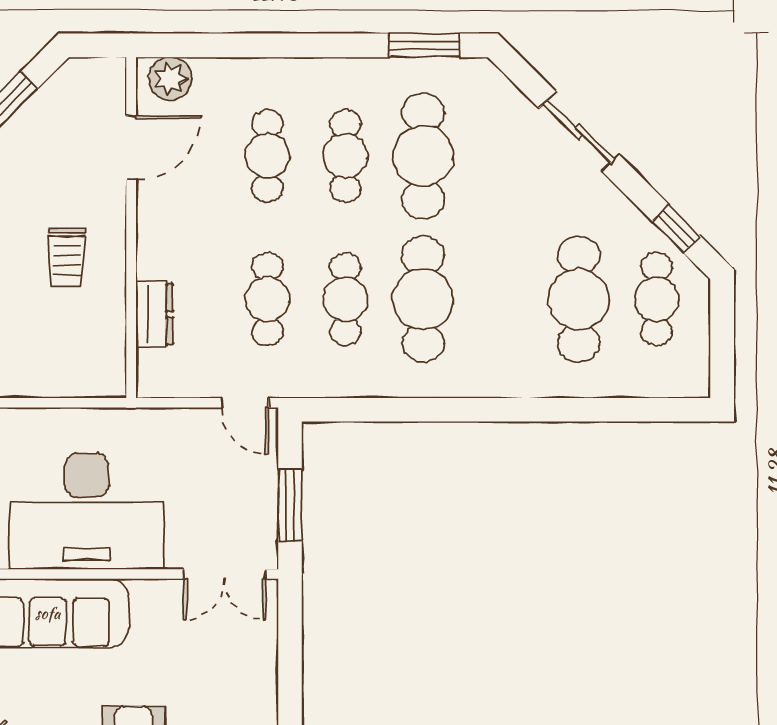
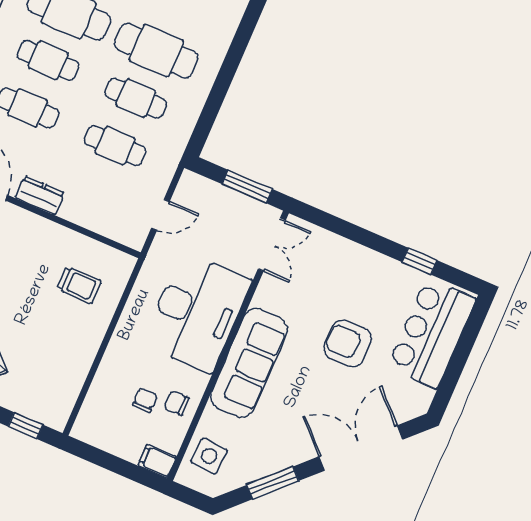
trolley: (67, 257) -> (79, 285), moved
dresser: (154, 314) -> (40, 195), moved
door: (245, 403) -> (160, 215), moved

